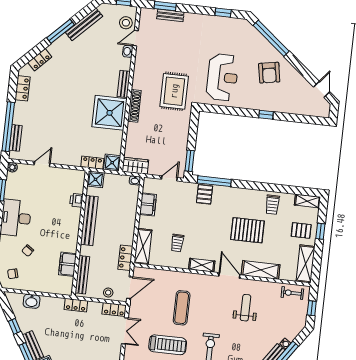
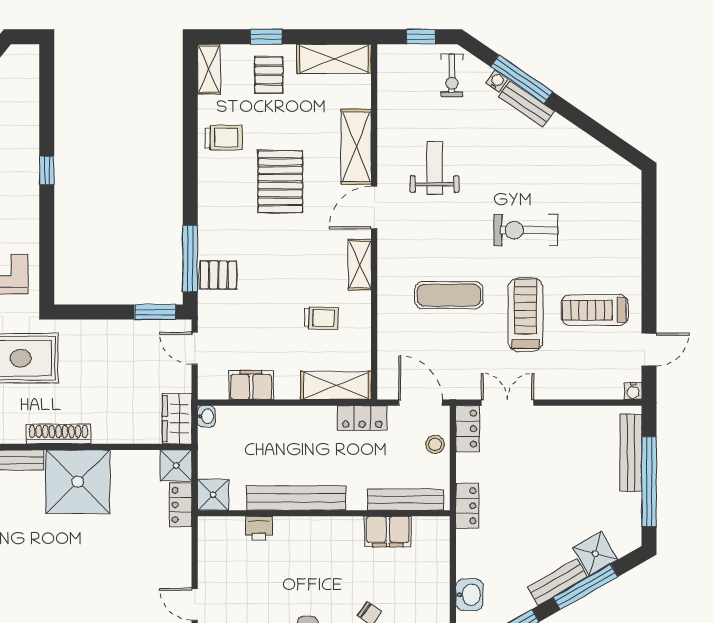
exercise bike: (292, 293) -> (452, 75), moved
weight bench: (246, 308) -> (435, 168), turned 90

